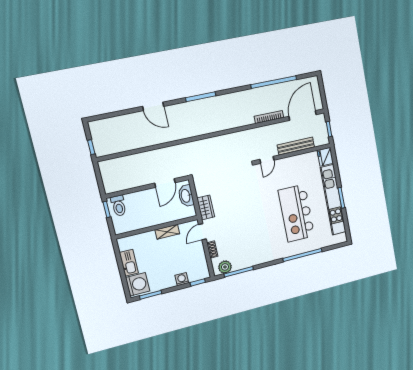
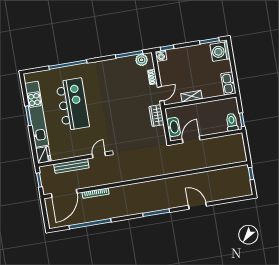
kitchen sink: (129, 263) -> (228, 83), moved
washing machine: (182, 279) -> (161, 56), moved

